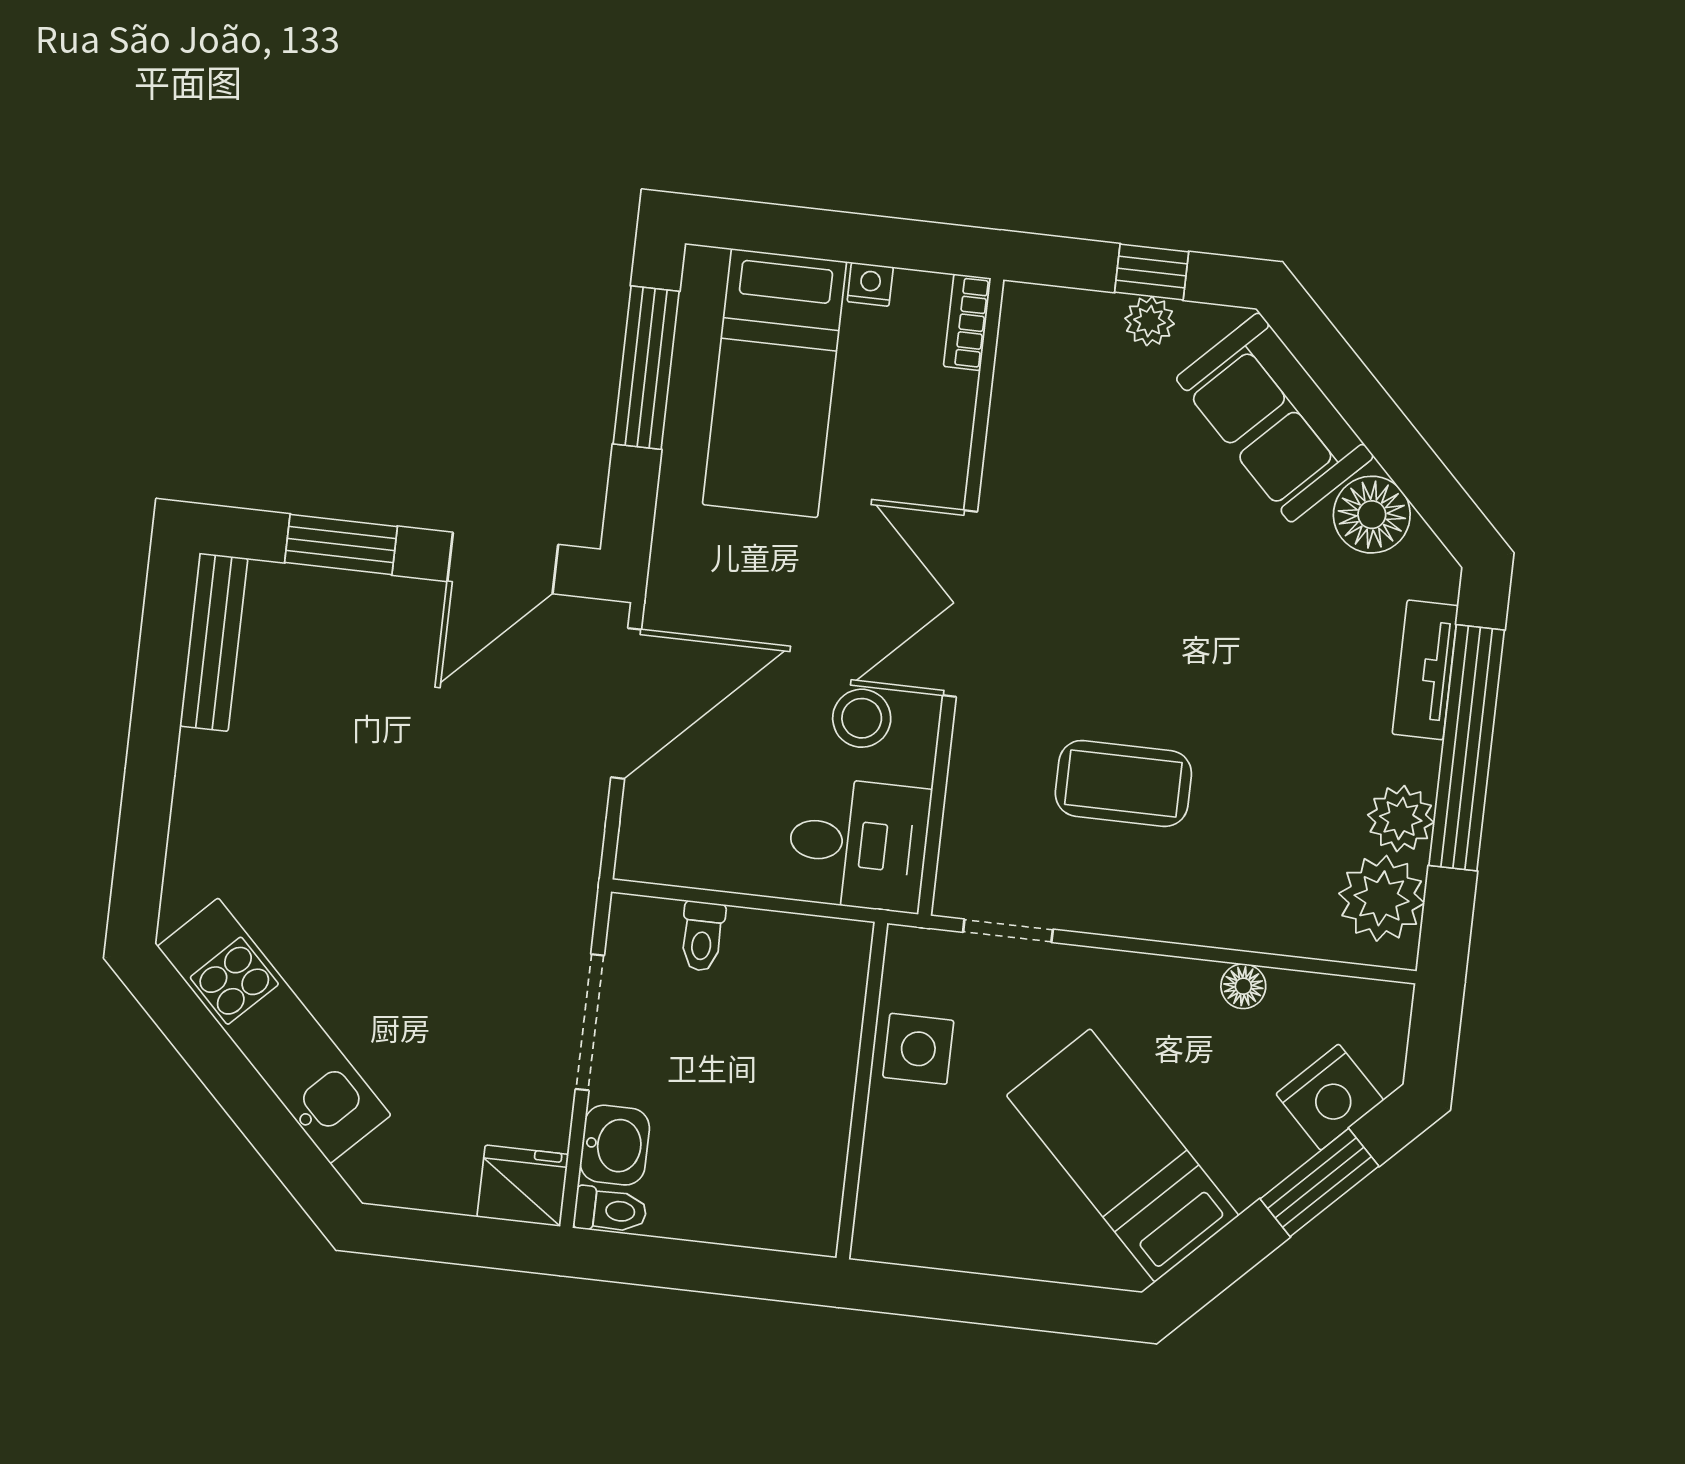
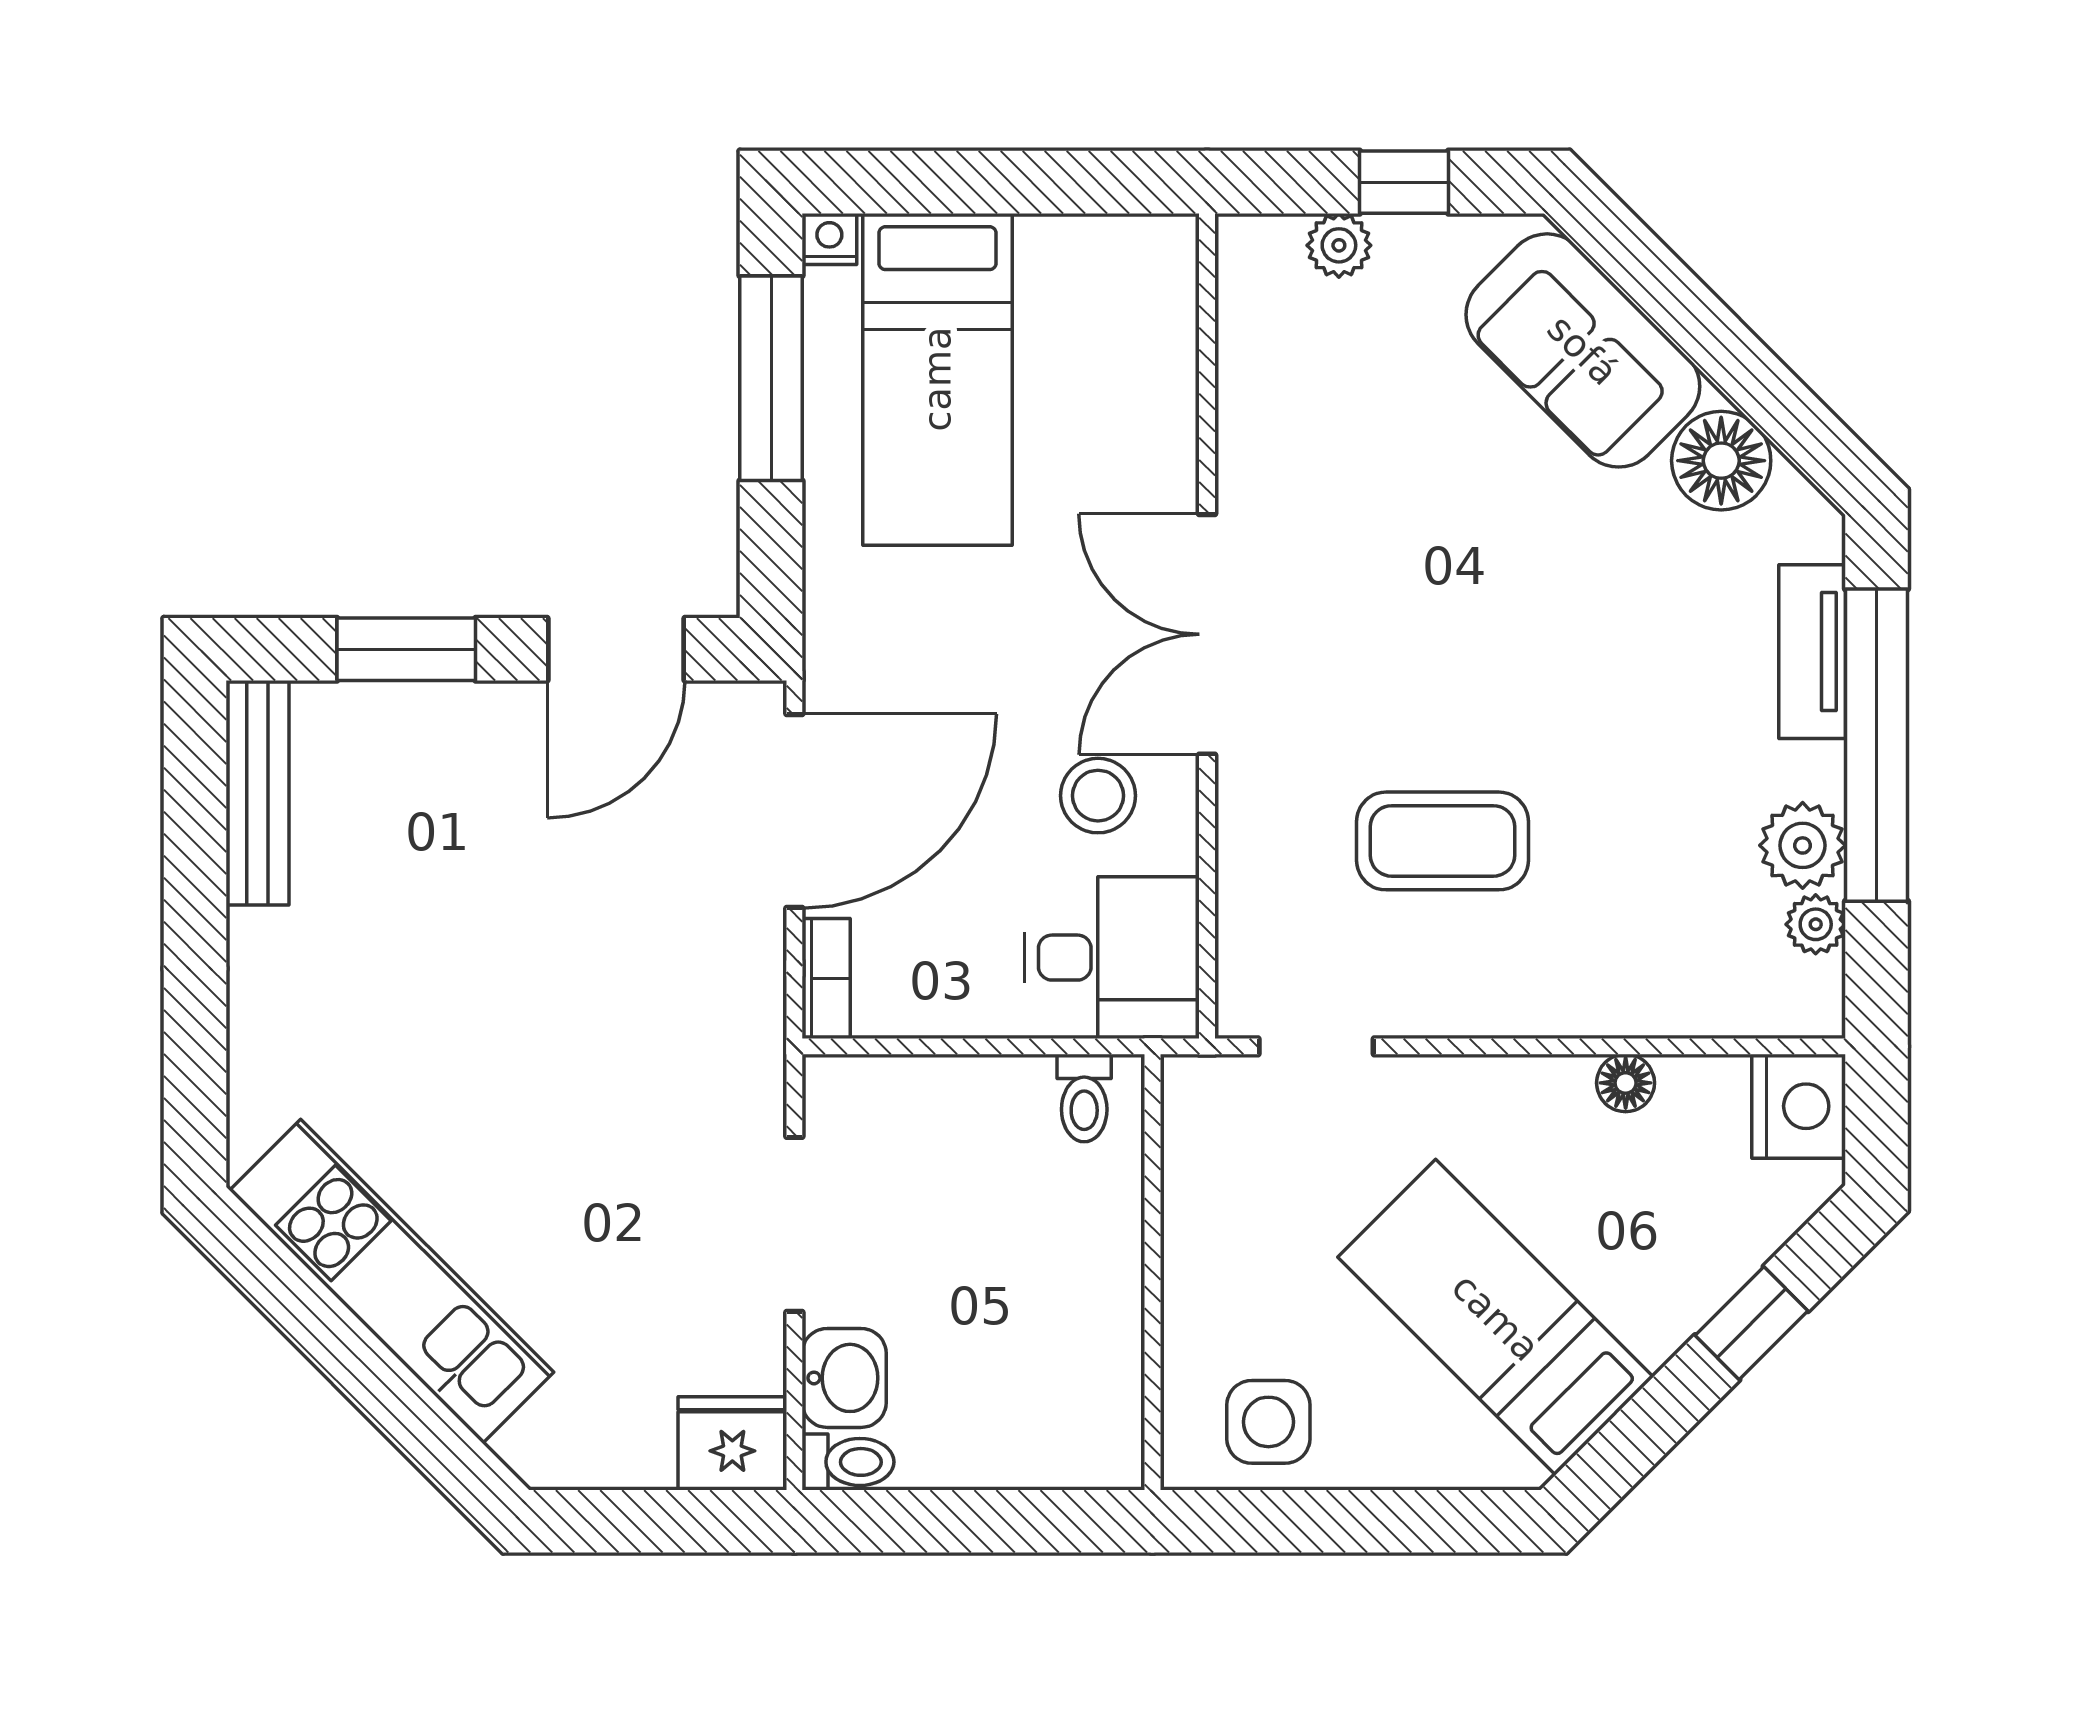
nightstand: (870, 284) -> (829, 239), moved
plant: (1150, 321) -> (1339, 245), moved
bookcase: (967, 322) -> (826, 978), moved, turned 180
plant: (1382, 898) -> (1816, 924), width x0.53, depth x0.53
toilet: (702, 936) -> (1084, 1098), moved
side table: (918, 1049) -> (1268, 1422), moved
nightstand: (1330, 1097) -> (1799, 1106), moved, turned -45
window: (1319, 1183) -> (1752, 1323), width x0.67

